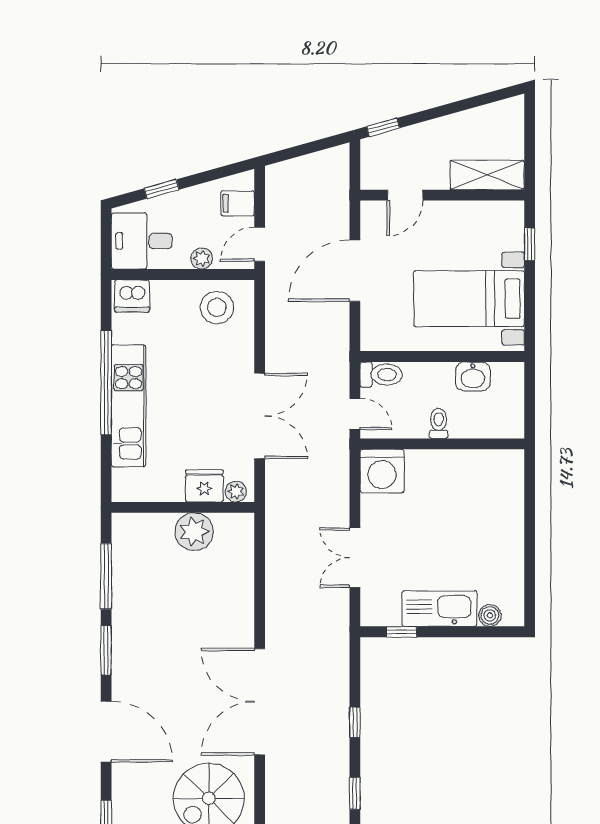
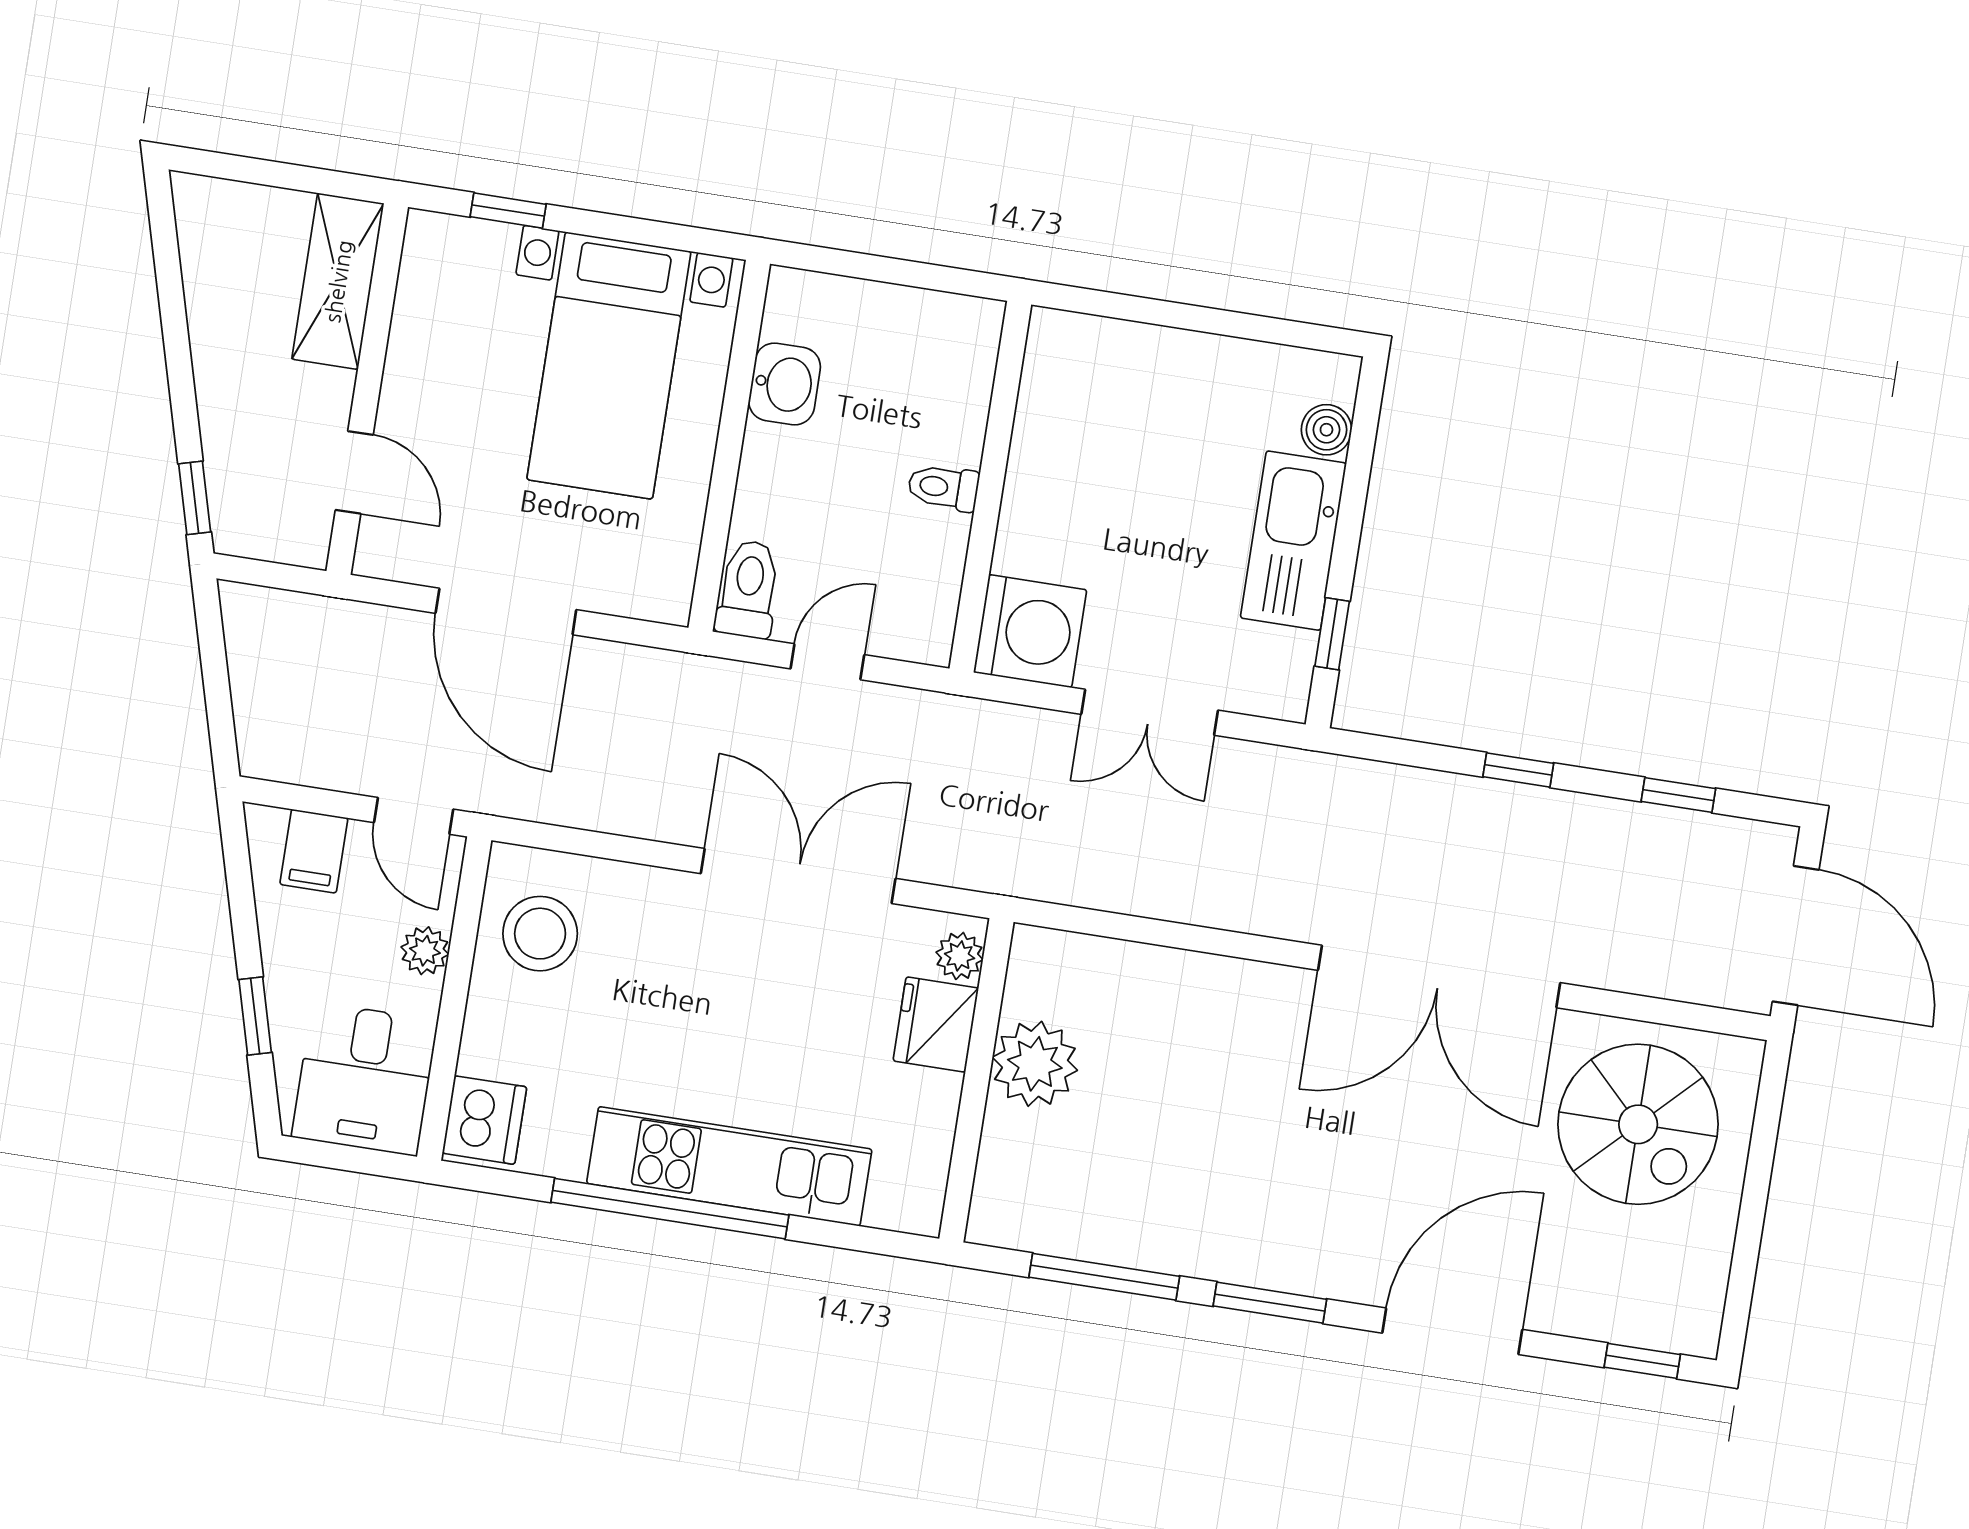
toilet: (439, 423) -> (943, 487), moved
wall: (442, 444) -> (990, 487), moved
washing machine: (382, 471) -> (1030, 631), moved

